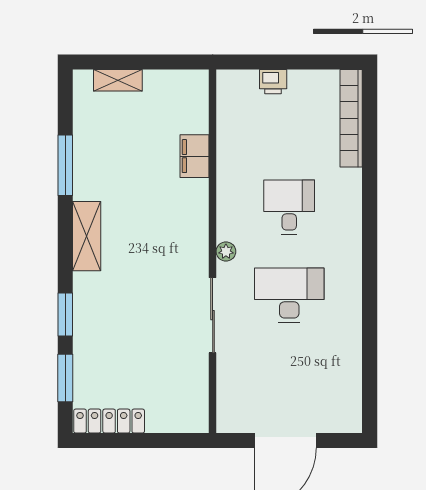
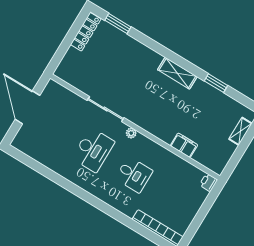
printer: (273, 82) -> (208, 182), moved
window: (65, 165) -> (216, 83), width x0.69
window: (65, 315) -> (147, 41), removed

